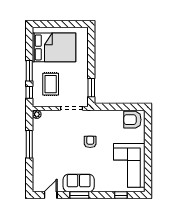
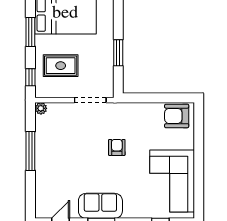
window: (29, 71) -> (30, 32), moved
rug: (51, 84) -> (61, 66), turned 90
window: (91, 88) -> (118, 53), moved

